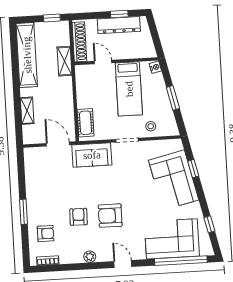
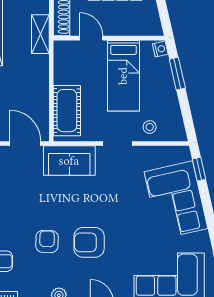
window: (173, 98) -> (177, 74), moved
cot: (86, 123) -> (67, 111), width x1.37, depth x1.34
window: (193, 169) -> (199, 169), moved

